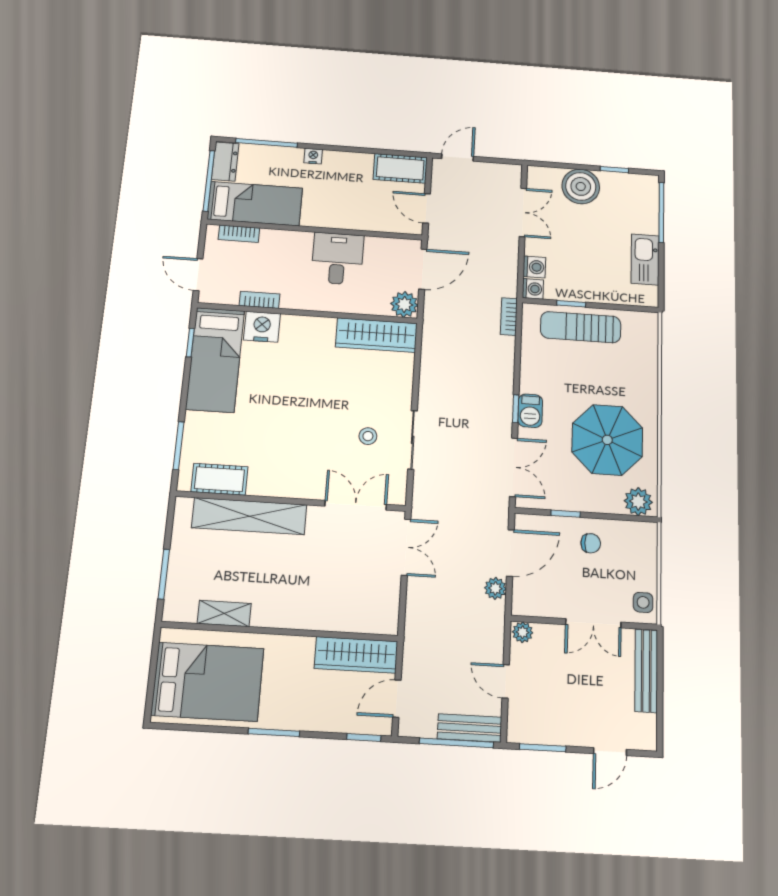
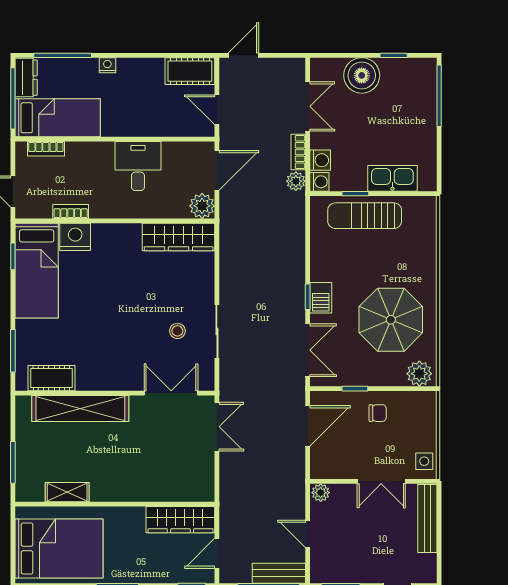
kitchen sink: (645, 259) -> (392, 178), moved, turned 90
bookcase: (509, 317) -> (298, 152), moved
plant: (495, 588) -> (296, 181), moved

